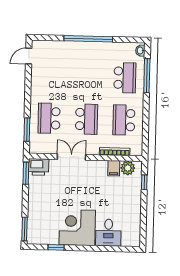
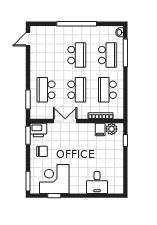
school desk: (88, 77) -> (77, 55), added
chair: (42, 193) -> (42, 151), added
corner desk: (77, 228) -> (54, 179), moved

